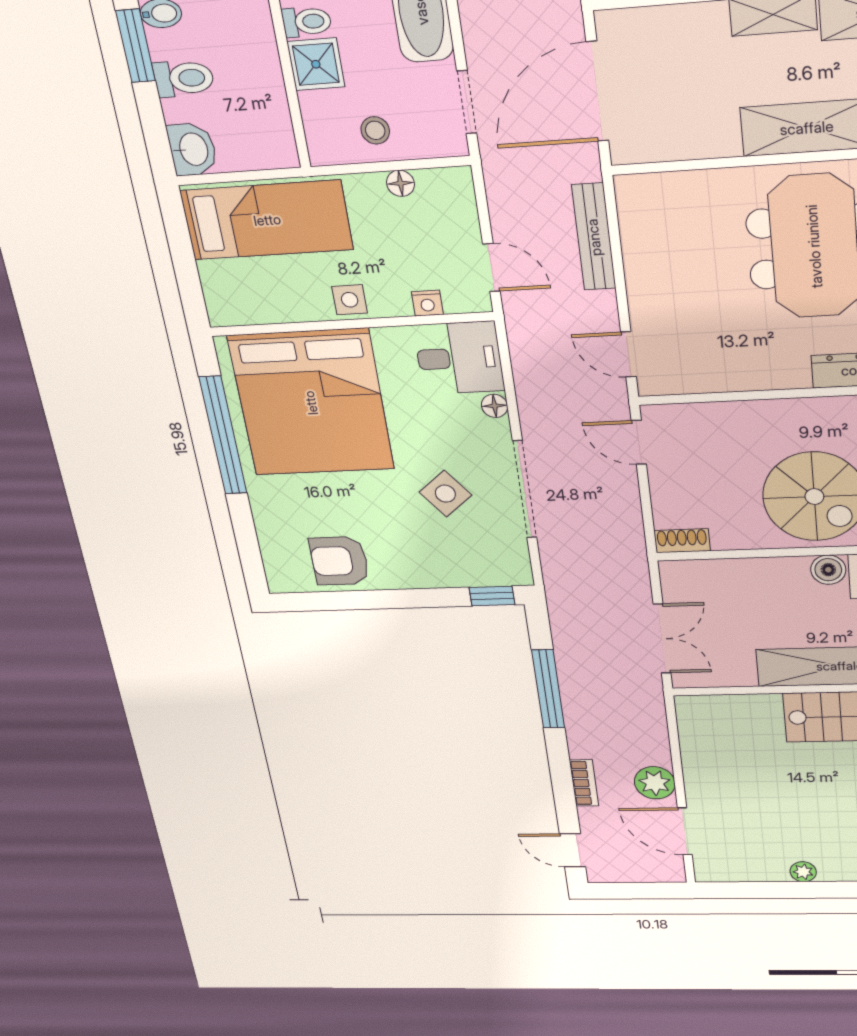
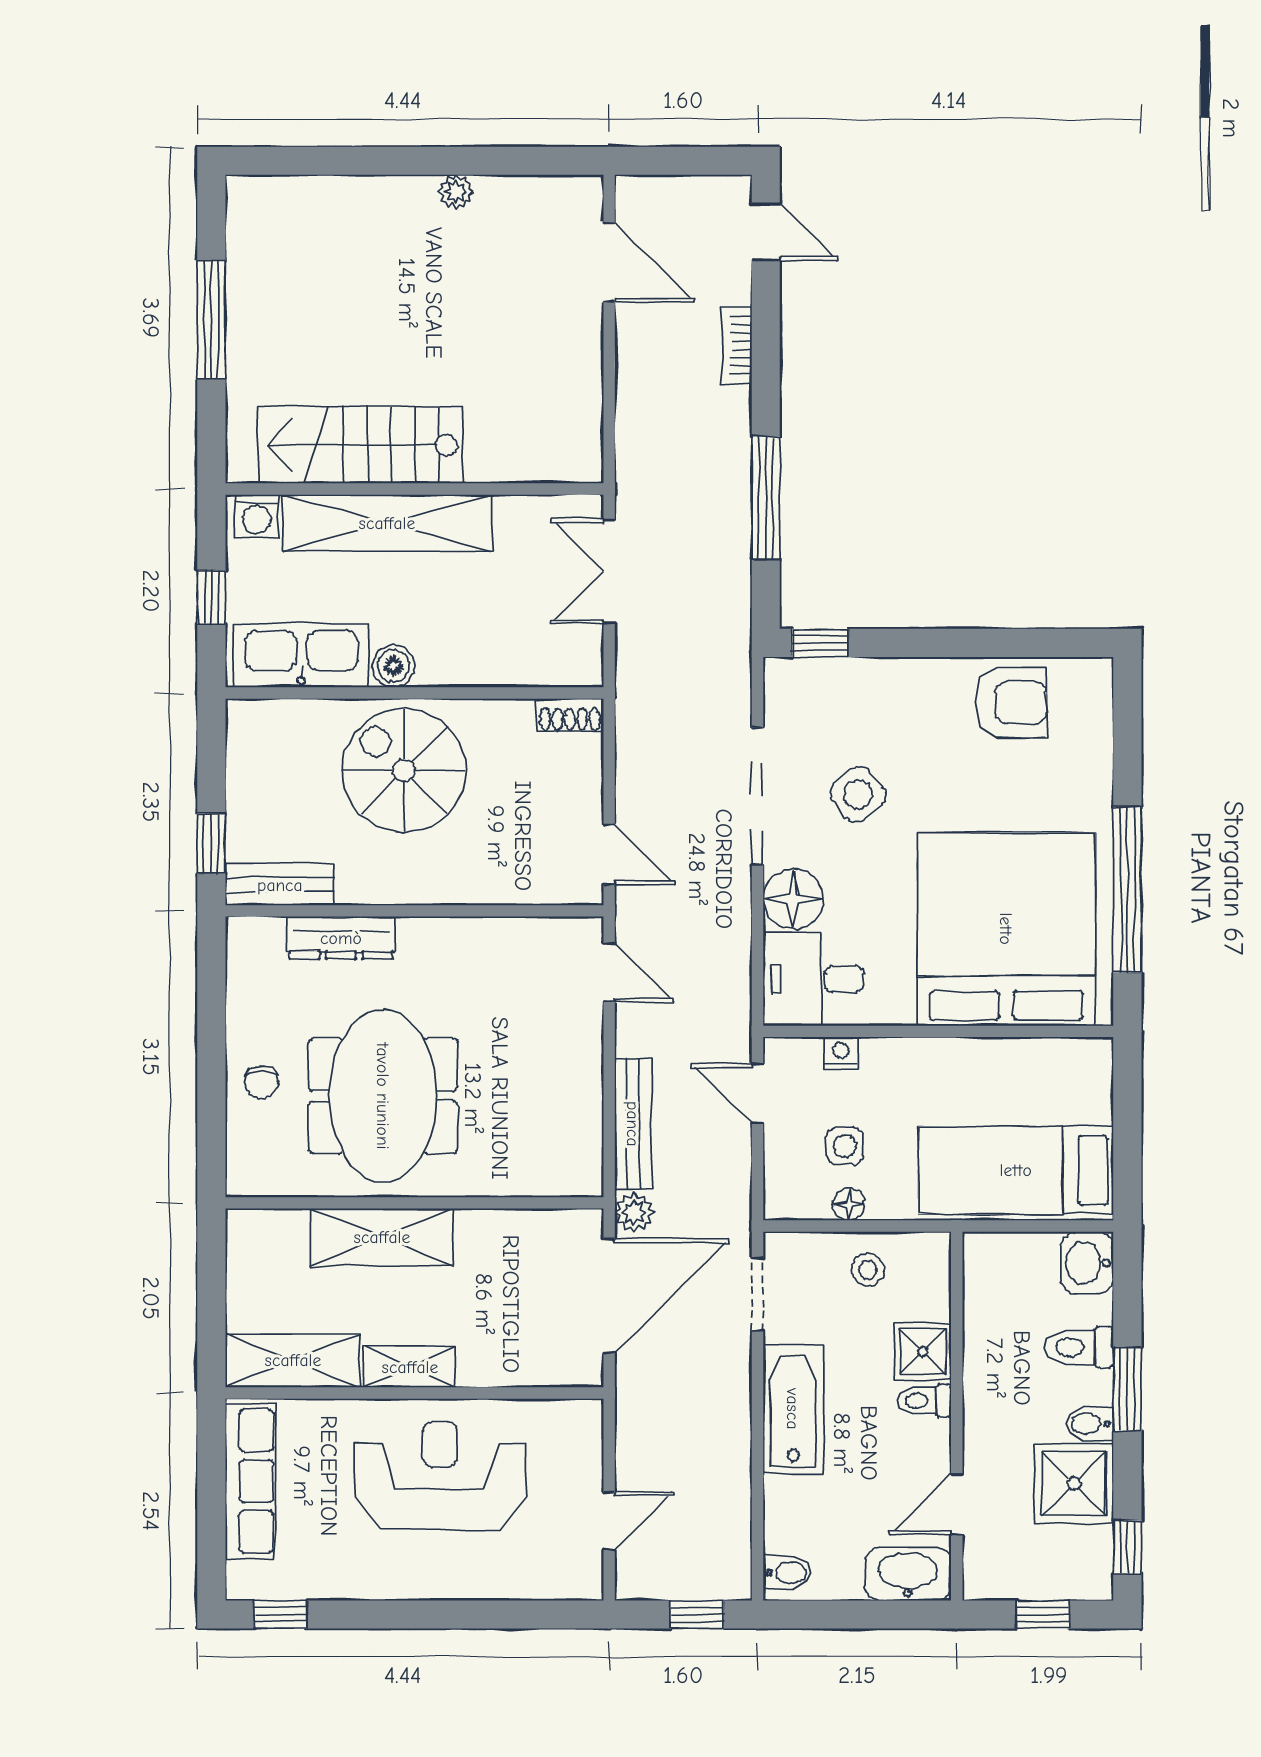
side table: (350, 300) -> (845, 1146), moved
floor lamp: (495, 406) -> (793, 899), width x1.89, depth x1.89
plant: (655, 783) -> (634, 1212), moved, width x0.73, depth x0.73

